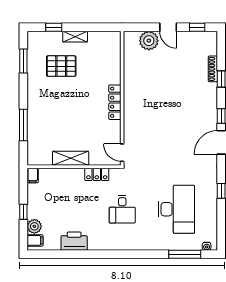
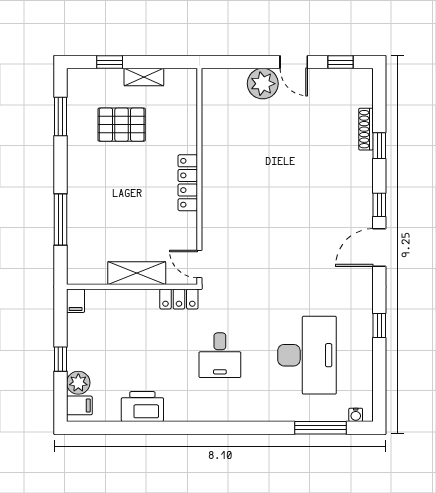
wall: (122, 98) -> (199, 176), moved
locker: (115, 102) -> (188, 183), moved
door: (122, 153) -> (199, 264), moved

